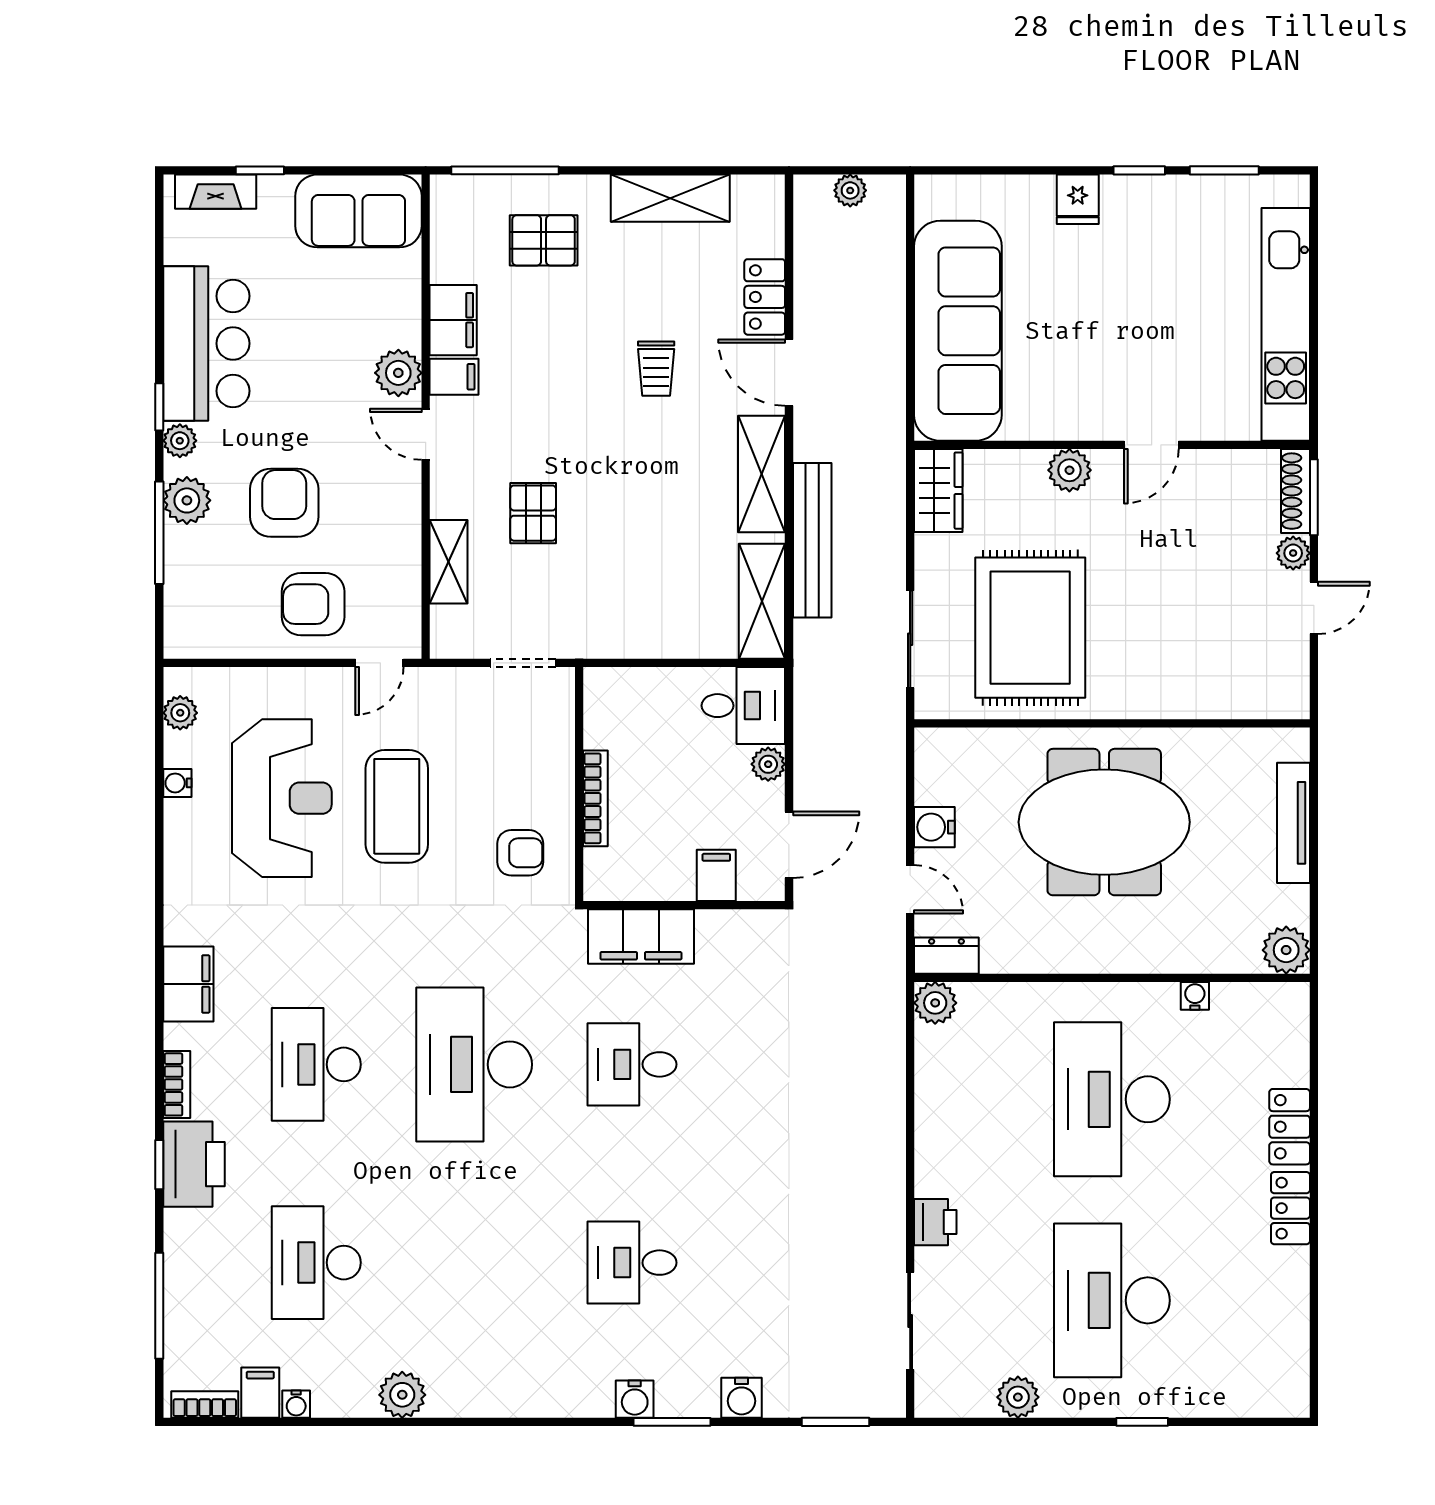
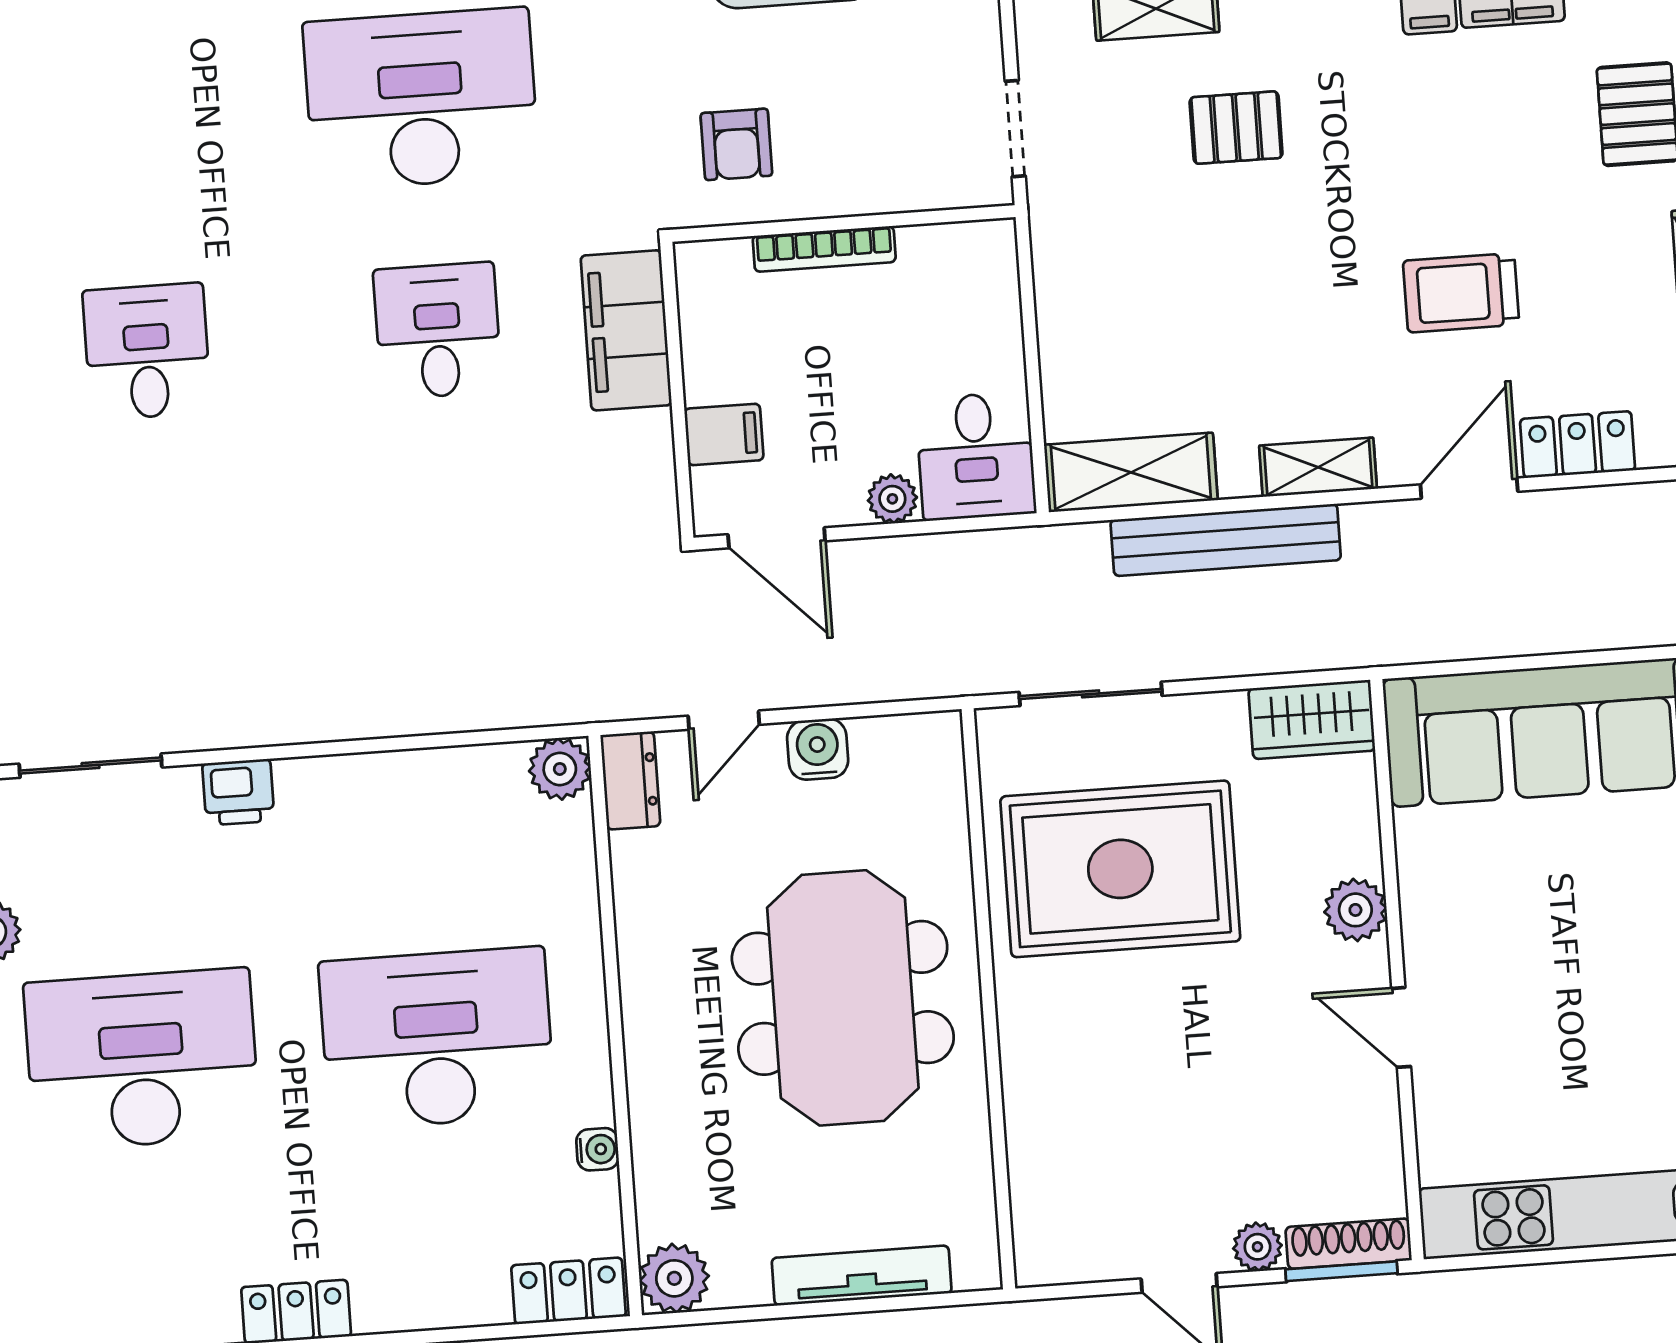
trolley: (656, 369) -> (1461, 293), width x1.36, depth x1.39
shelving: (762, 474) -> (1318, 467), width x0.67, depth x0.75
locker: (1290, 1127) -> (569, 1291), moved

